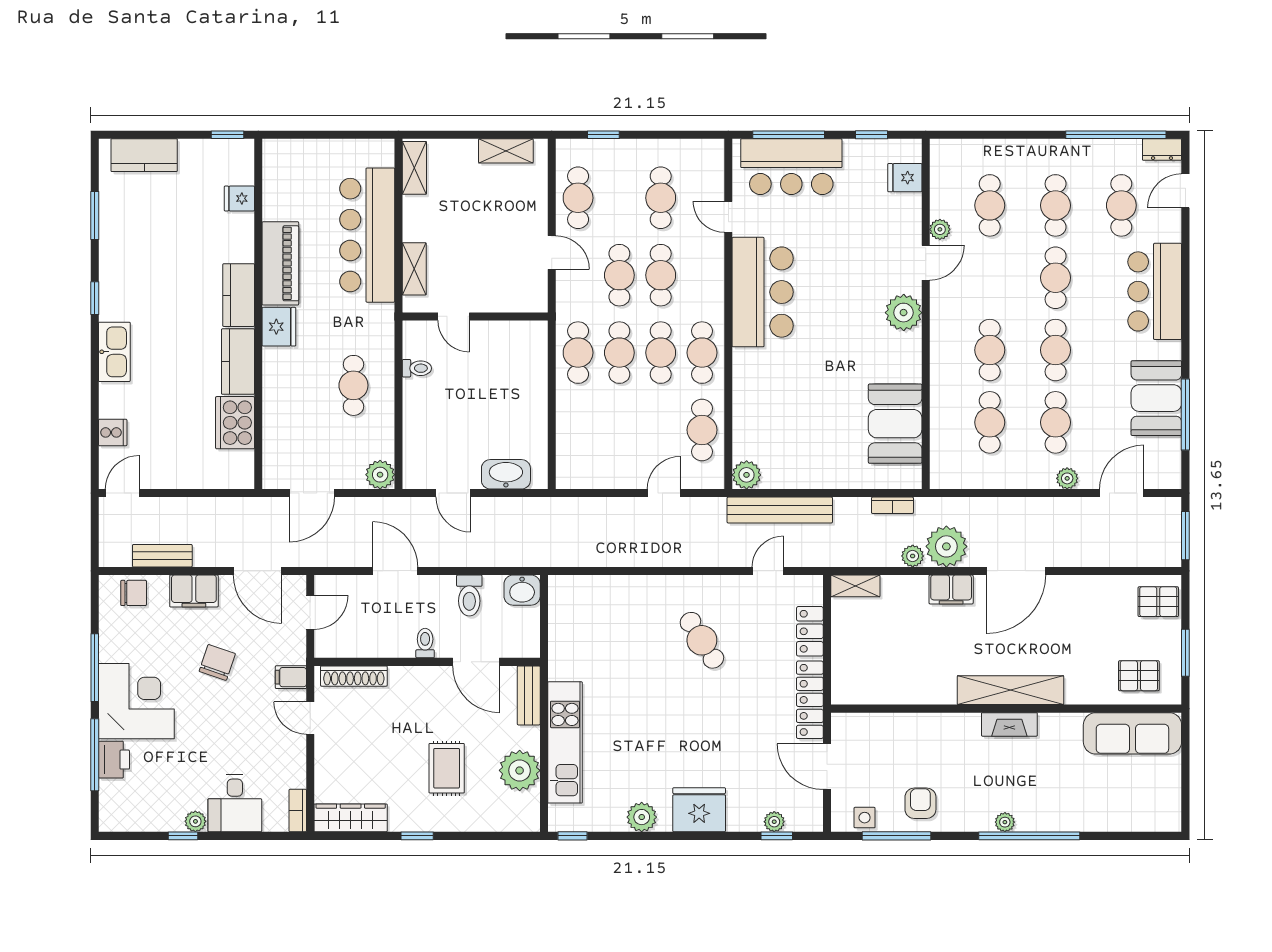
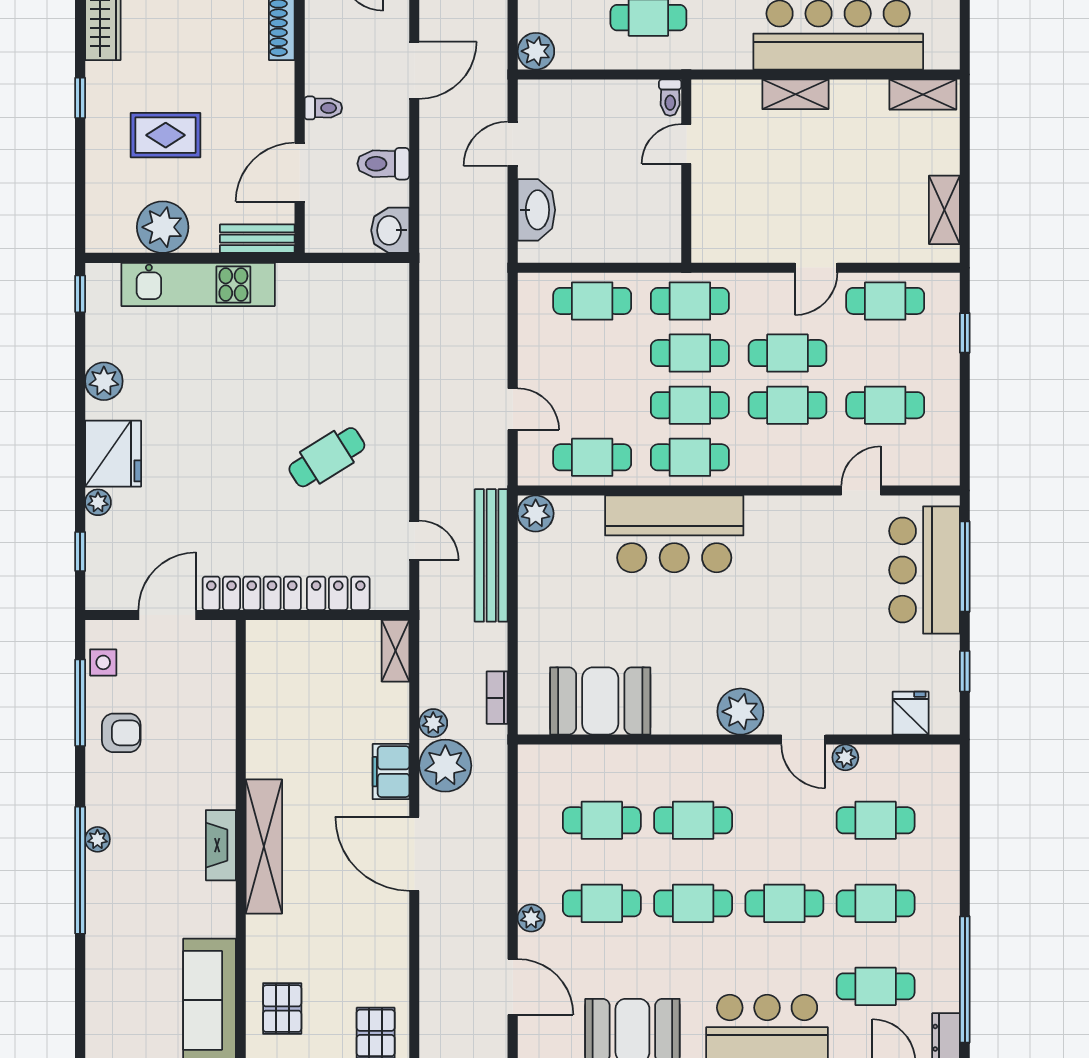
bar counter: (763, 292) -> (674, 534), moved
door: (454, 316) -> (686, 144), moved
wall: (475, 316) -> (686, 171), moved
cafe table: (578, 430) -> (592, 301), added
plant: (774, 822) -> (98, 502), moved

